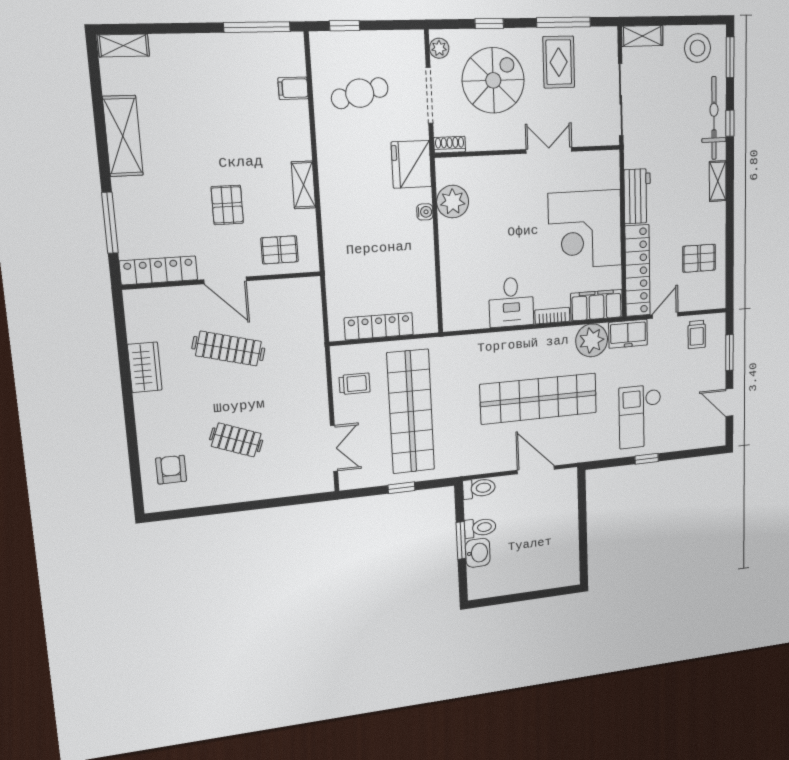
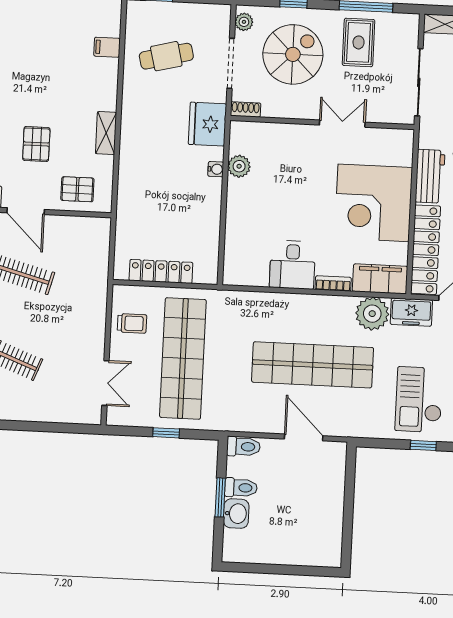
plant: (453, 202) -> (239, 166), width x0.73, depth x0.73

